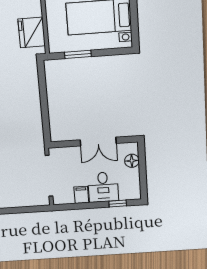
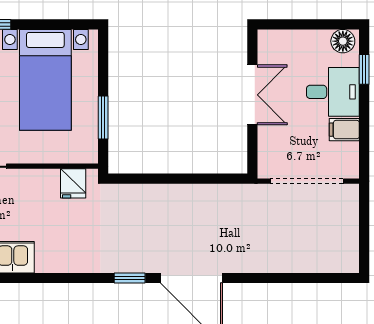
fridge: (32, 32) -> (73, 183), width x0.53, depth x0.75
floor lamp: (132, 161) -> (343, 41), moved

